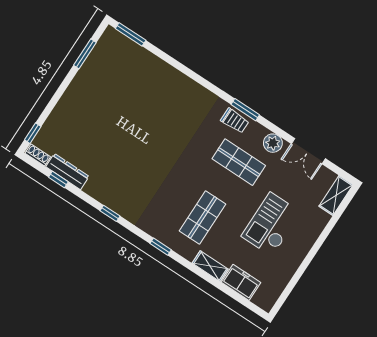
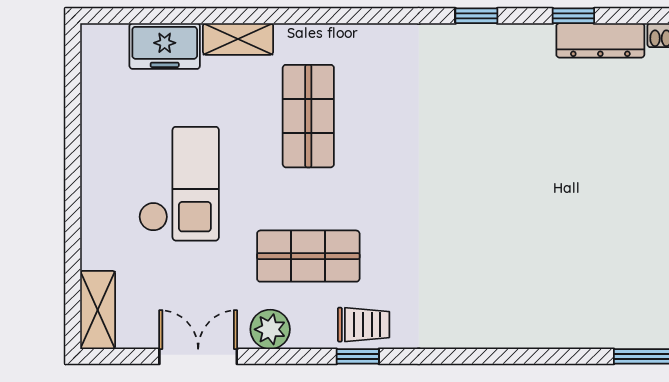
window: (245, 110) -> (358, 356), width x0.67
trolley: (235, 121) -> (364, 325), turned 180
window: (58, 180) -> (573, 16), moved
window: (161, 247) -> (348, 16), removed

